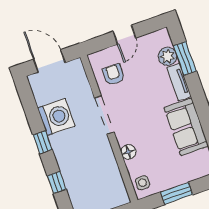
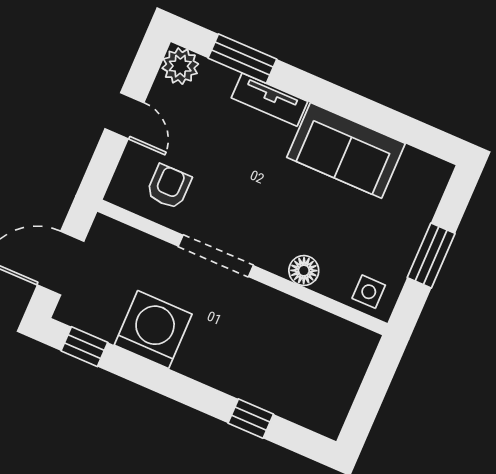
plant: (168, 56) -> (180, 66), moved
armchair: (114, 75) -> (169, 187), turned 90
window: (43, 142) -> (84, 347), moved

